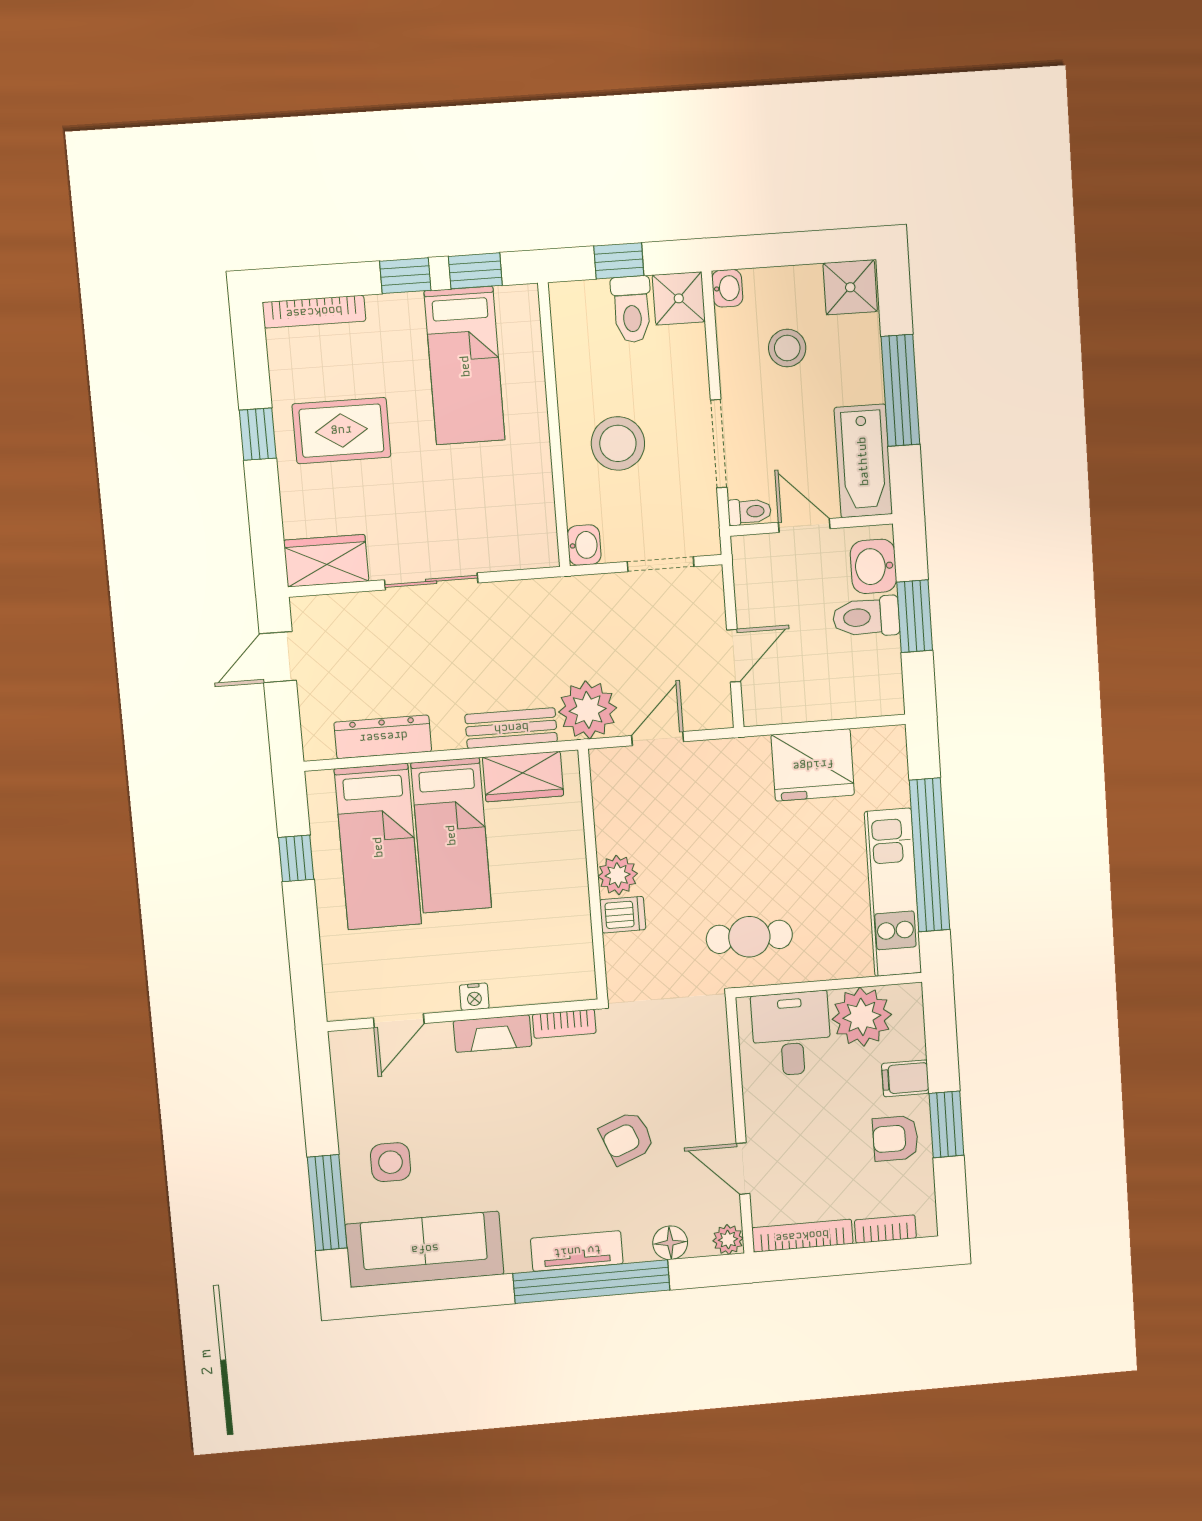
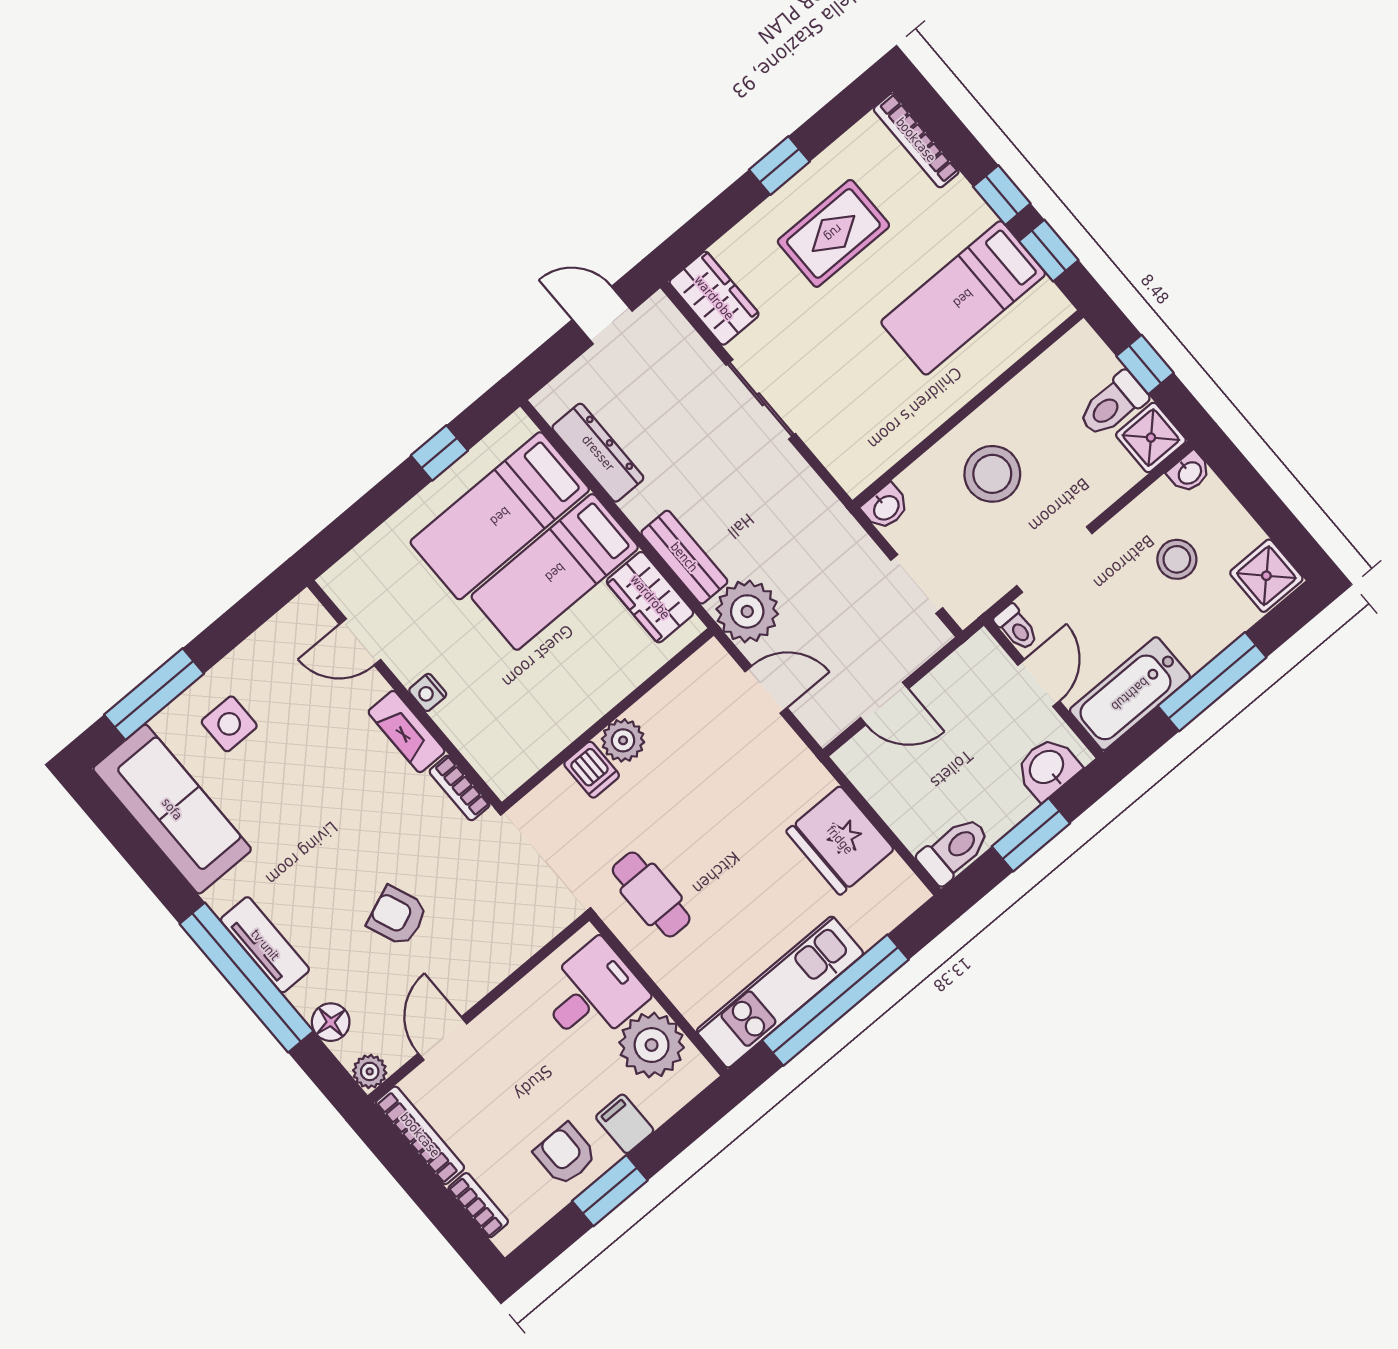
rug: (341, 431) -> (833, 233), turned 90
toilet: (866, 617) -> (954, 850), moved, turned 90

